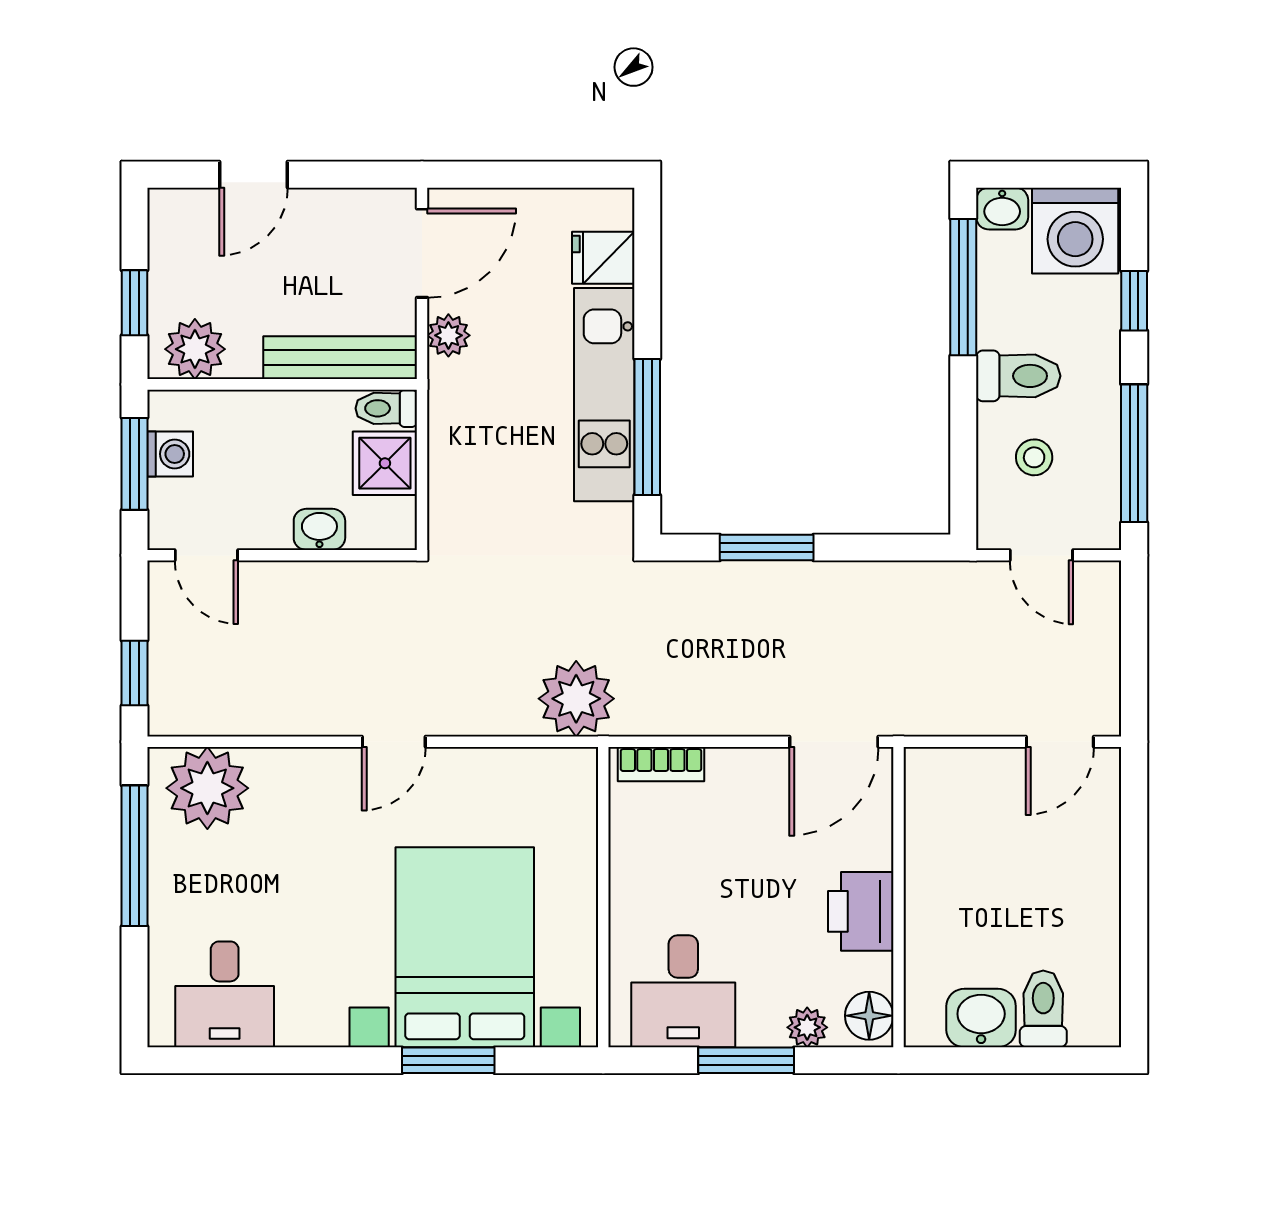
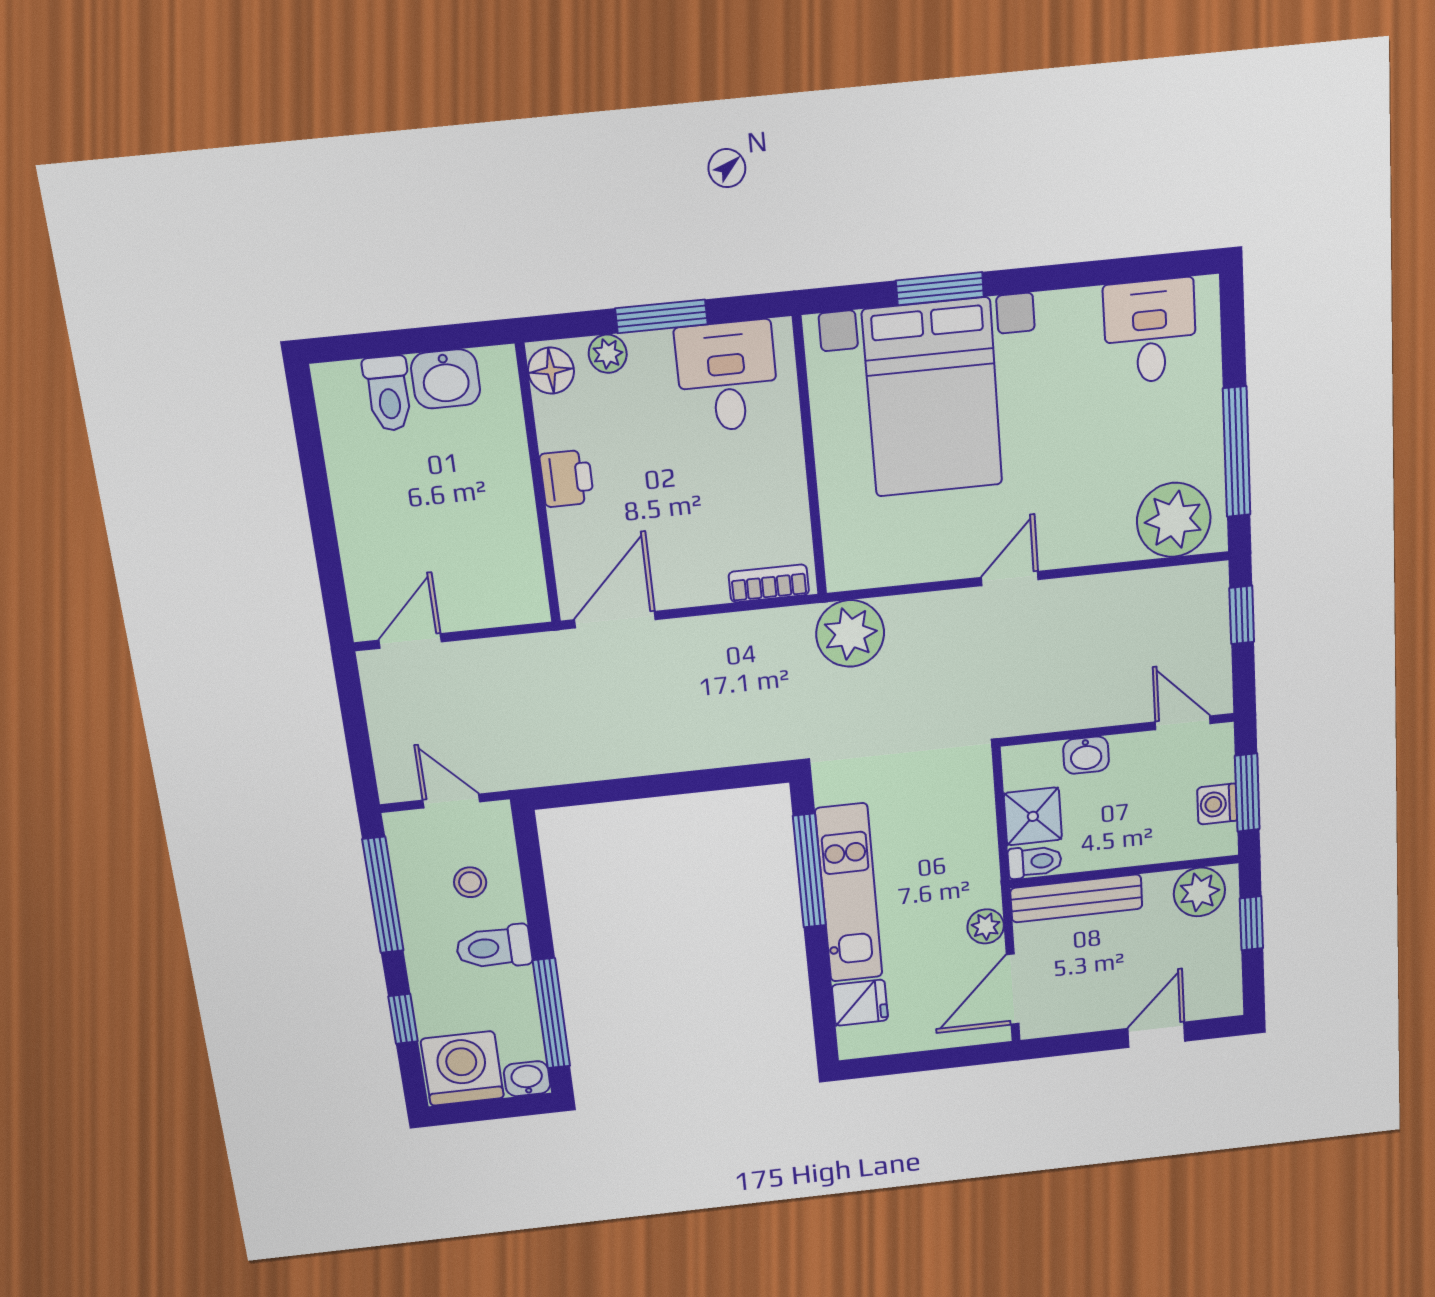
window: (767, 548) -> (695, 782), removed
printer: (861, 911) -> (567, 478), width x0.73, depth x0.81

